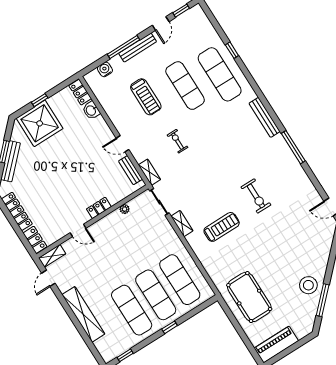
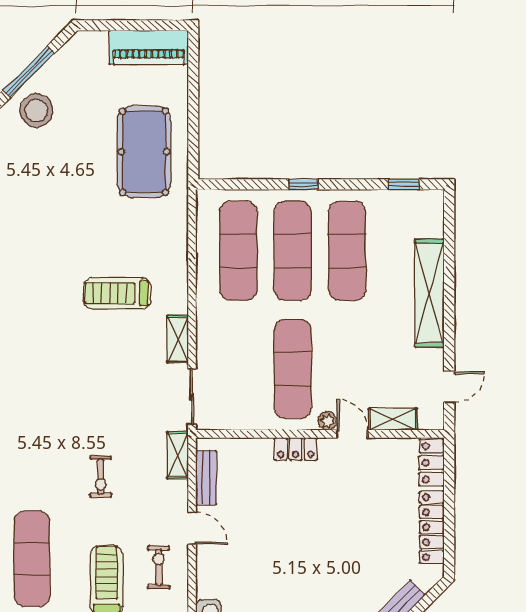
exercise bike: (256, 196) -> (159, 567), moved, width x0.73, depth x0.72
plant: (125, 209) -> (327, 421), moved
exercise mat: (123, 243) -> (293, 369), added
shelving: (52, 256) -> (393, 419), moved

